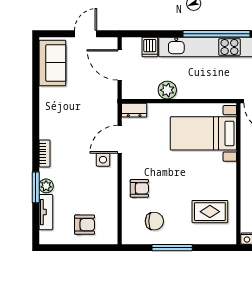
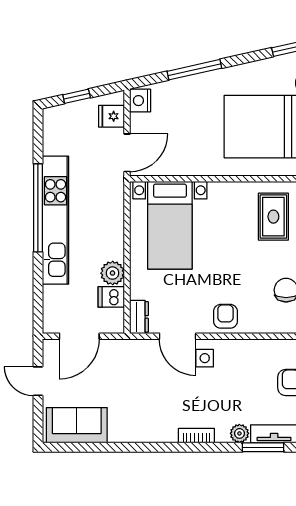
dishwasher: (150, 47) -> (111, 297), moved, turned 180
window: (36, 187) -> (263, 447), moved
armchair: (139, 188) -> (225, 316), moved

